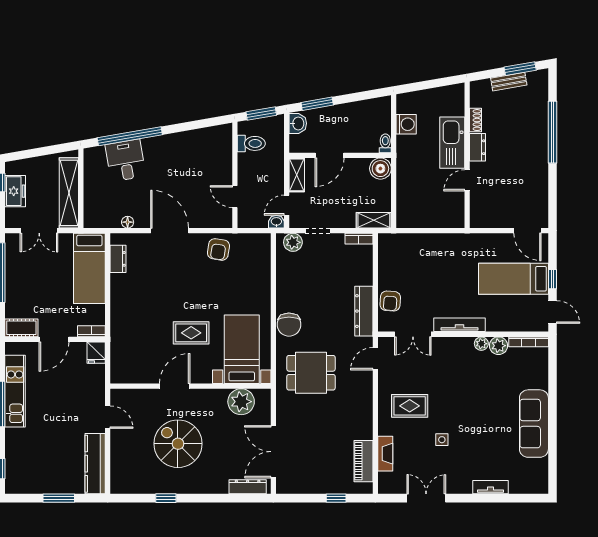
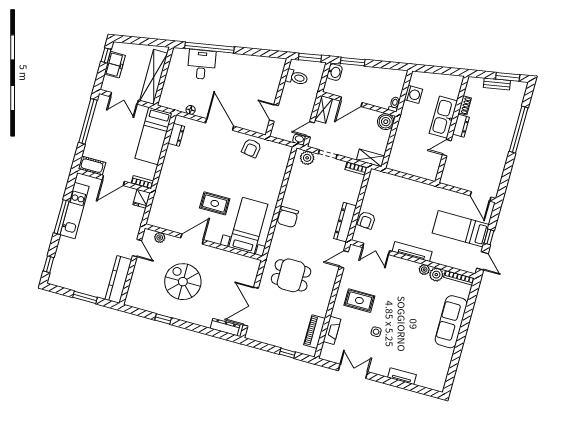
dining table: (311, 373) -> (291, 275), moved
plant: (241, 402) -> (160, 238), moved, width x0.53, depth x0.53
sofa: (534, 424) -> (451, 322), moved

